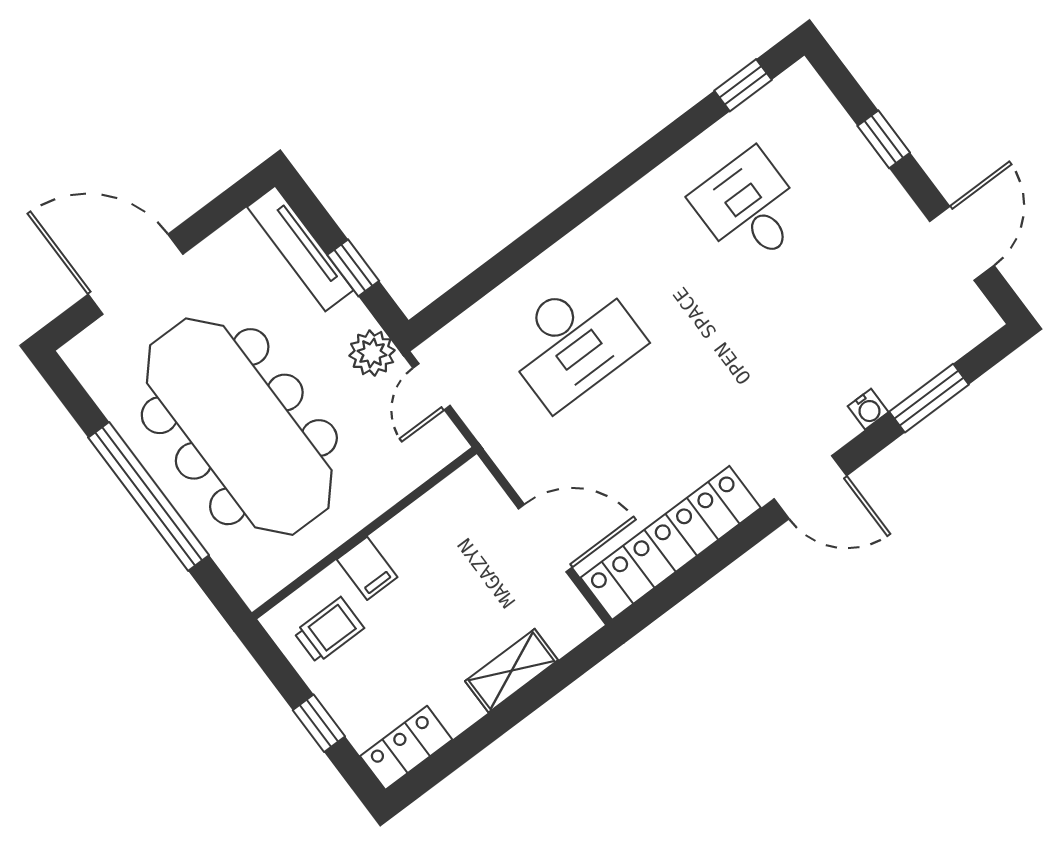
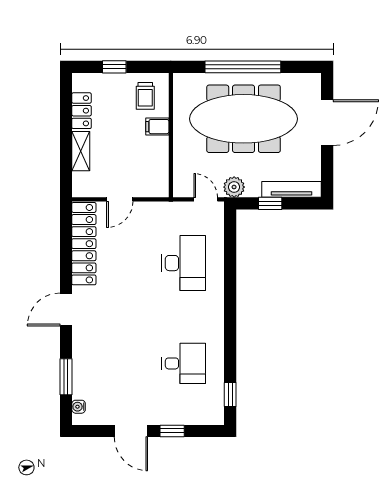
door: (962, 243) -> (131, 431), moved
desk: (573, 341) -> (184, 263), turned 180
water cooler: (868, 409) -> (79, 407), moved
door: (545, 538) -> (120, 199), width x0.73
locker: (406, 748) -> (81, 111), moved

